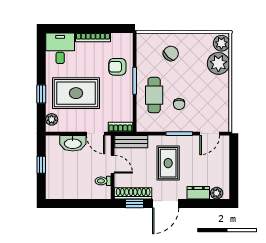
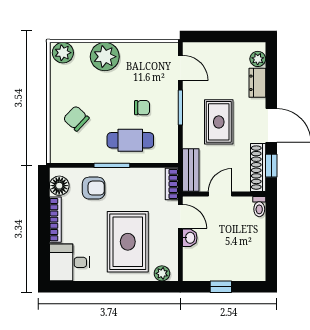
floor lamp: (119, 40) -> (59, 186), added
plant: (218, 63) -> (105, 57), moved
armchair: (117, 67) -> (94, 188), turned -90
window: (41, 94) -> (129, 287), removed
door: (96, 134) -> (180, 216), hinge flipped
washbasin: (73, 143) -> (190, 238), width x0.52, depth x0.69
rug: (168, 163) -> (219, 122), turned 90
toilet: (103, 181) -> (259, 207), moved

